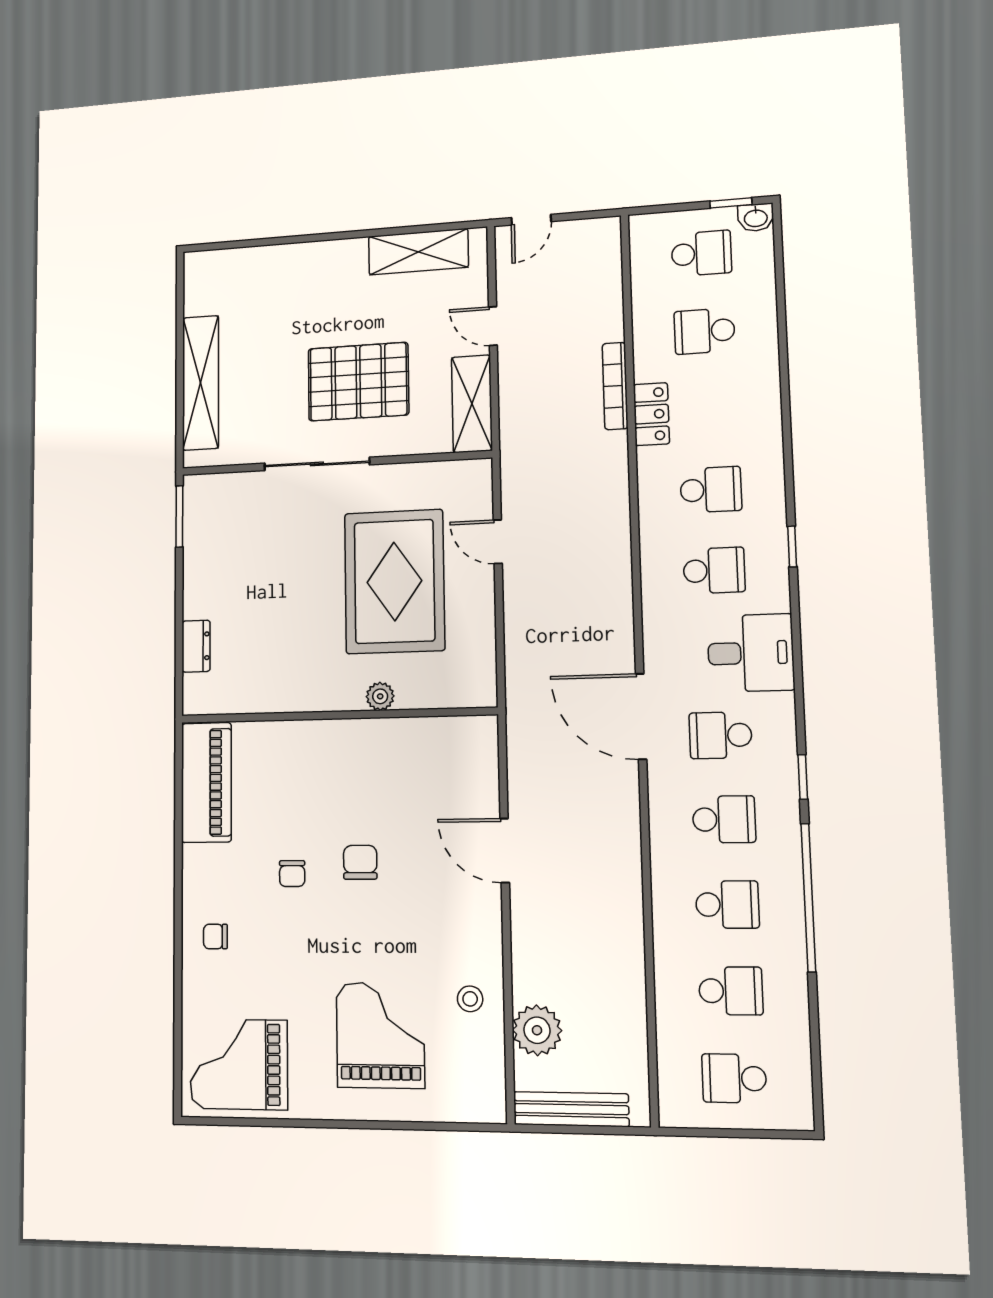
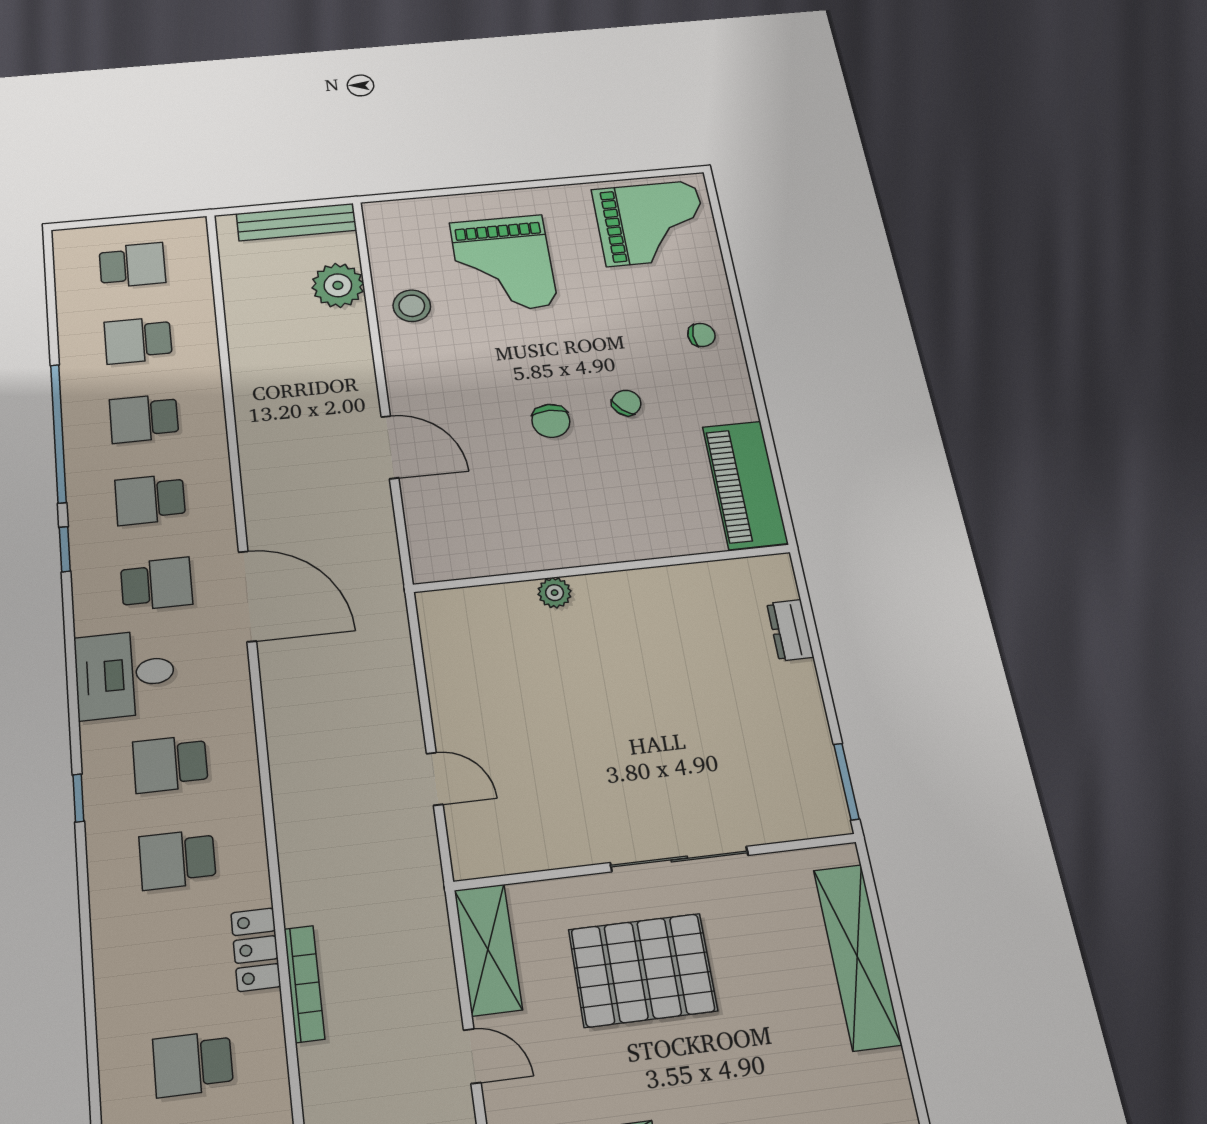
school desk: (704, 331) -> (193, 1064), turned 180
rug: (394, 582) -> (557, 723), removed
chair: (292, 874) -> (626, 403), turned 43
stool: (470, 999) -> (412, 306), width x1.37, depth x1.37

